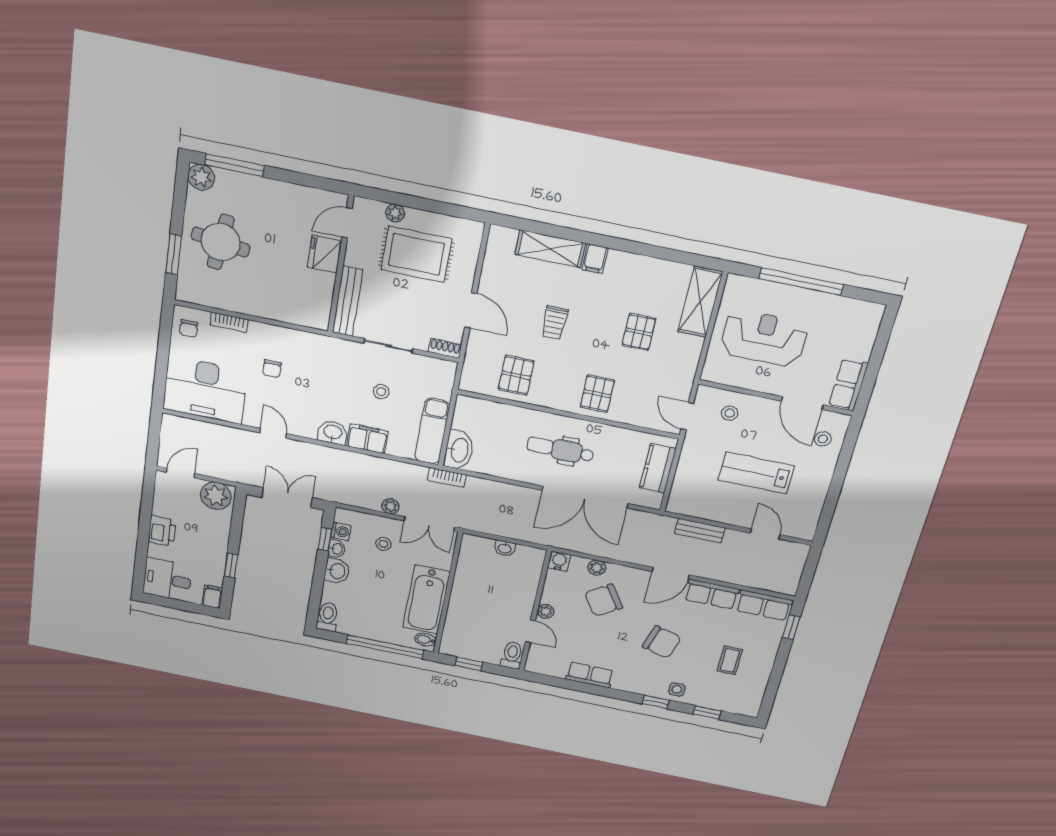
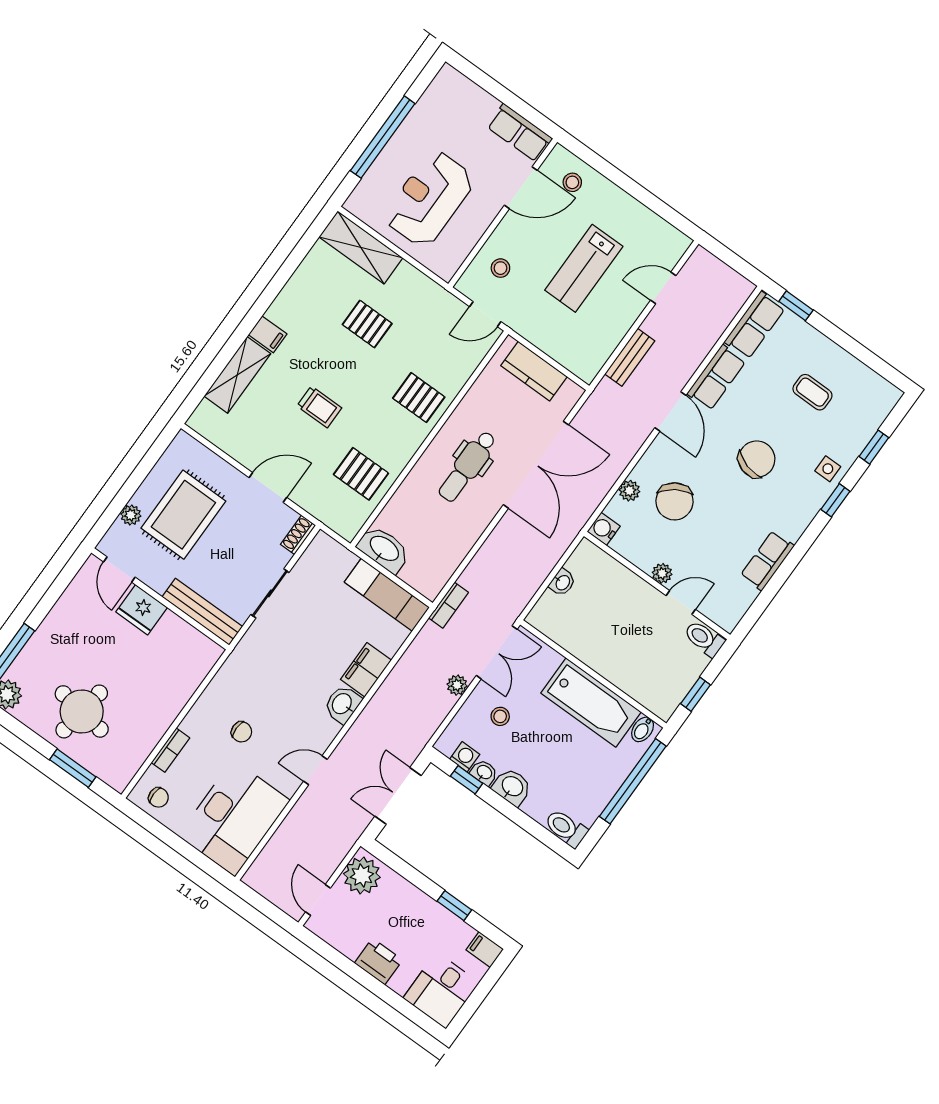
stool: (381, 392) -> (318, 627), removed
washbasin: (459, 450) -> (384, 549), moved

